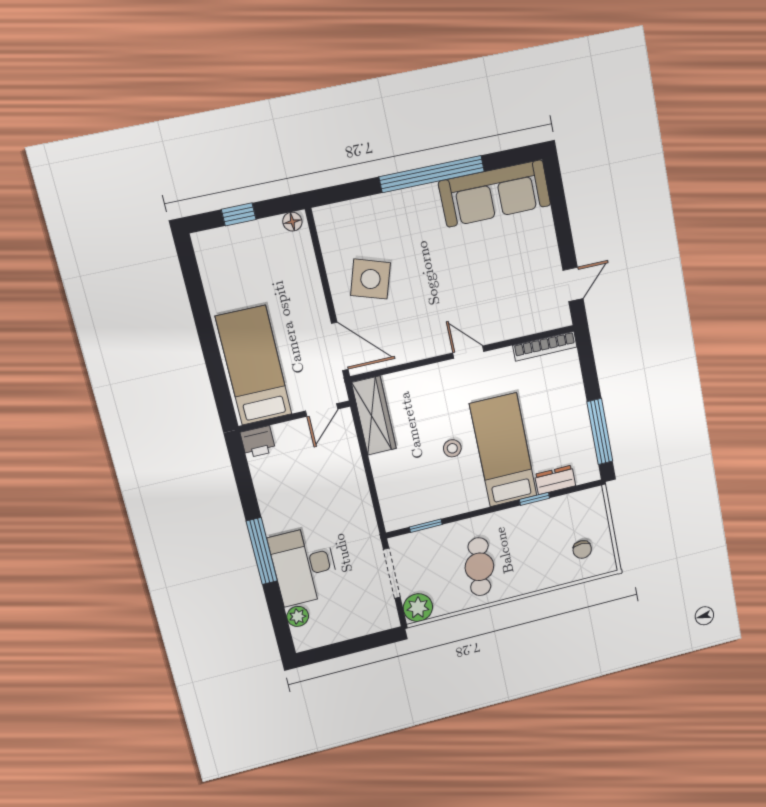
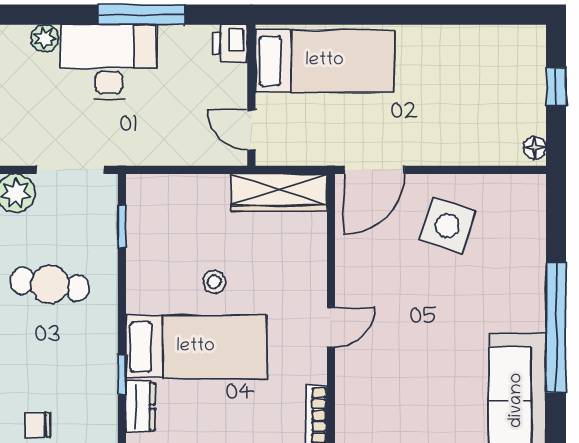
bed: (254, 365) -> (325, 61), moved
door: (322, 410) -> (251, 130), moved
wall: (295, 416) -> (251, 95), moved
printer: (258, 442) -> (230, 43), moved

